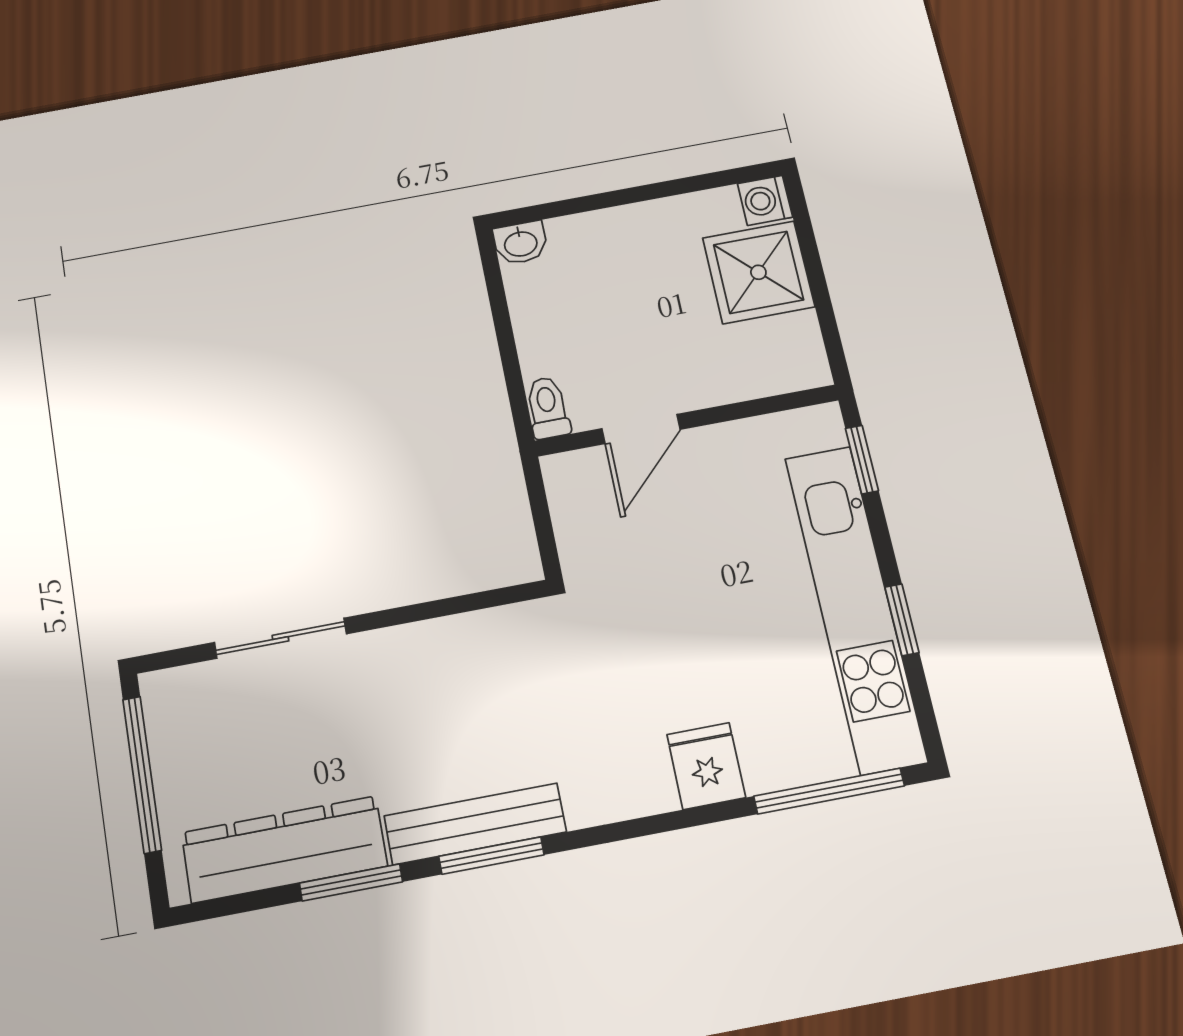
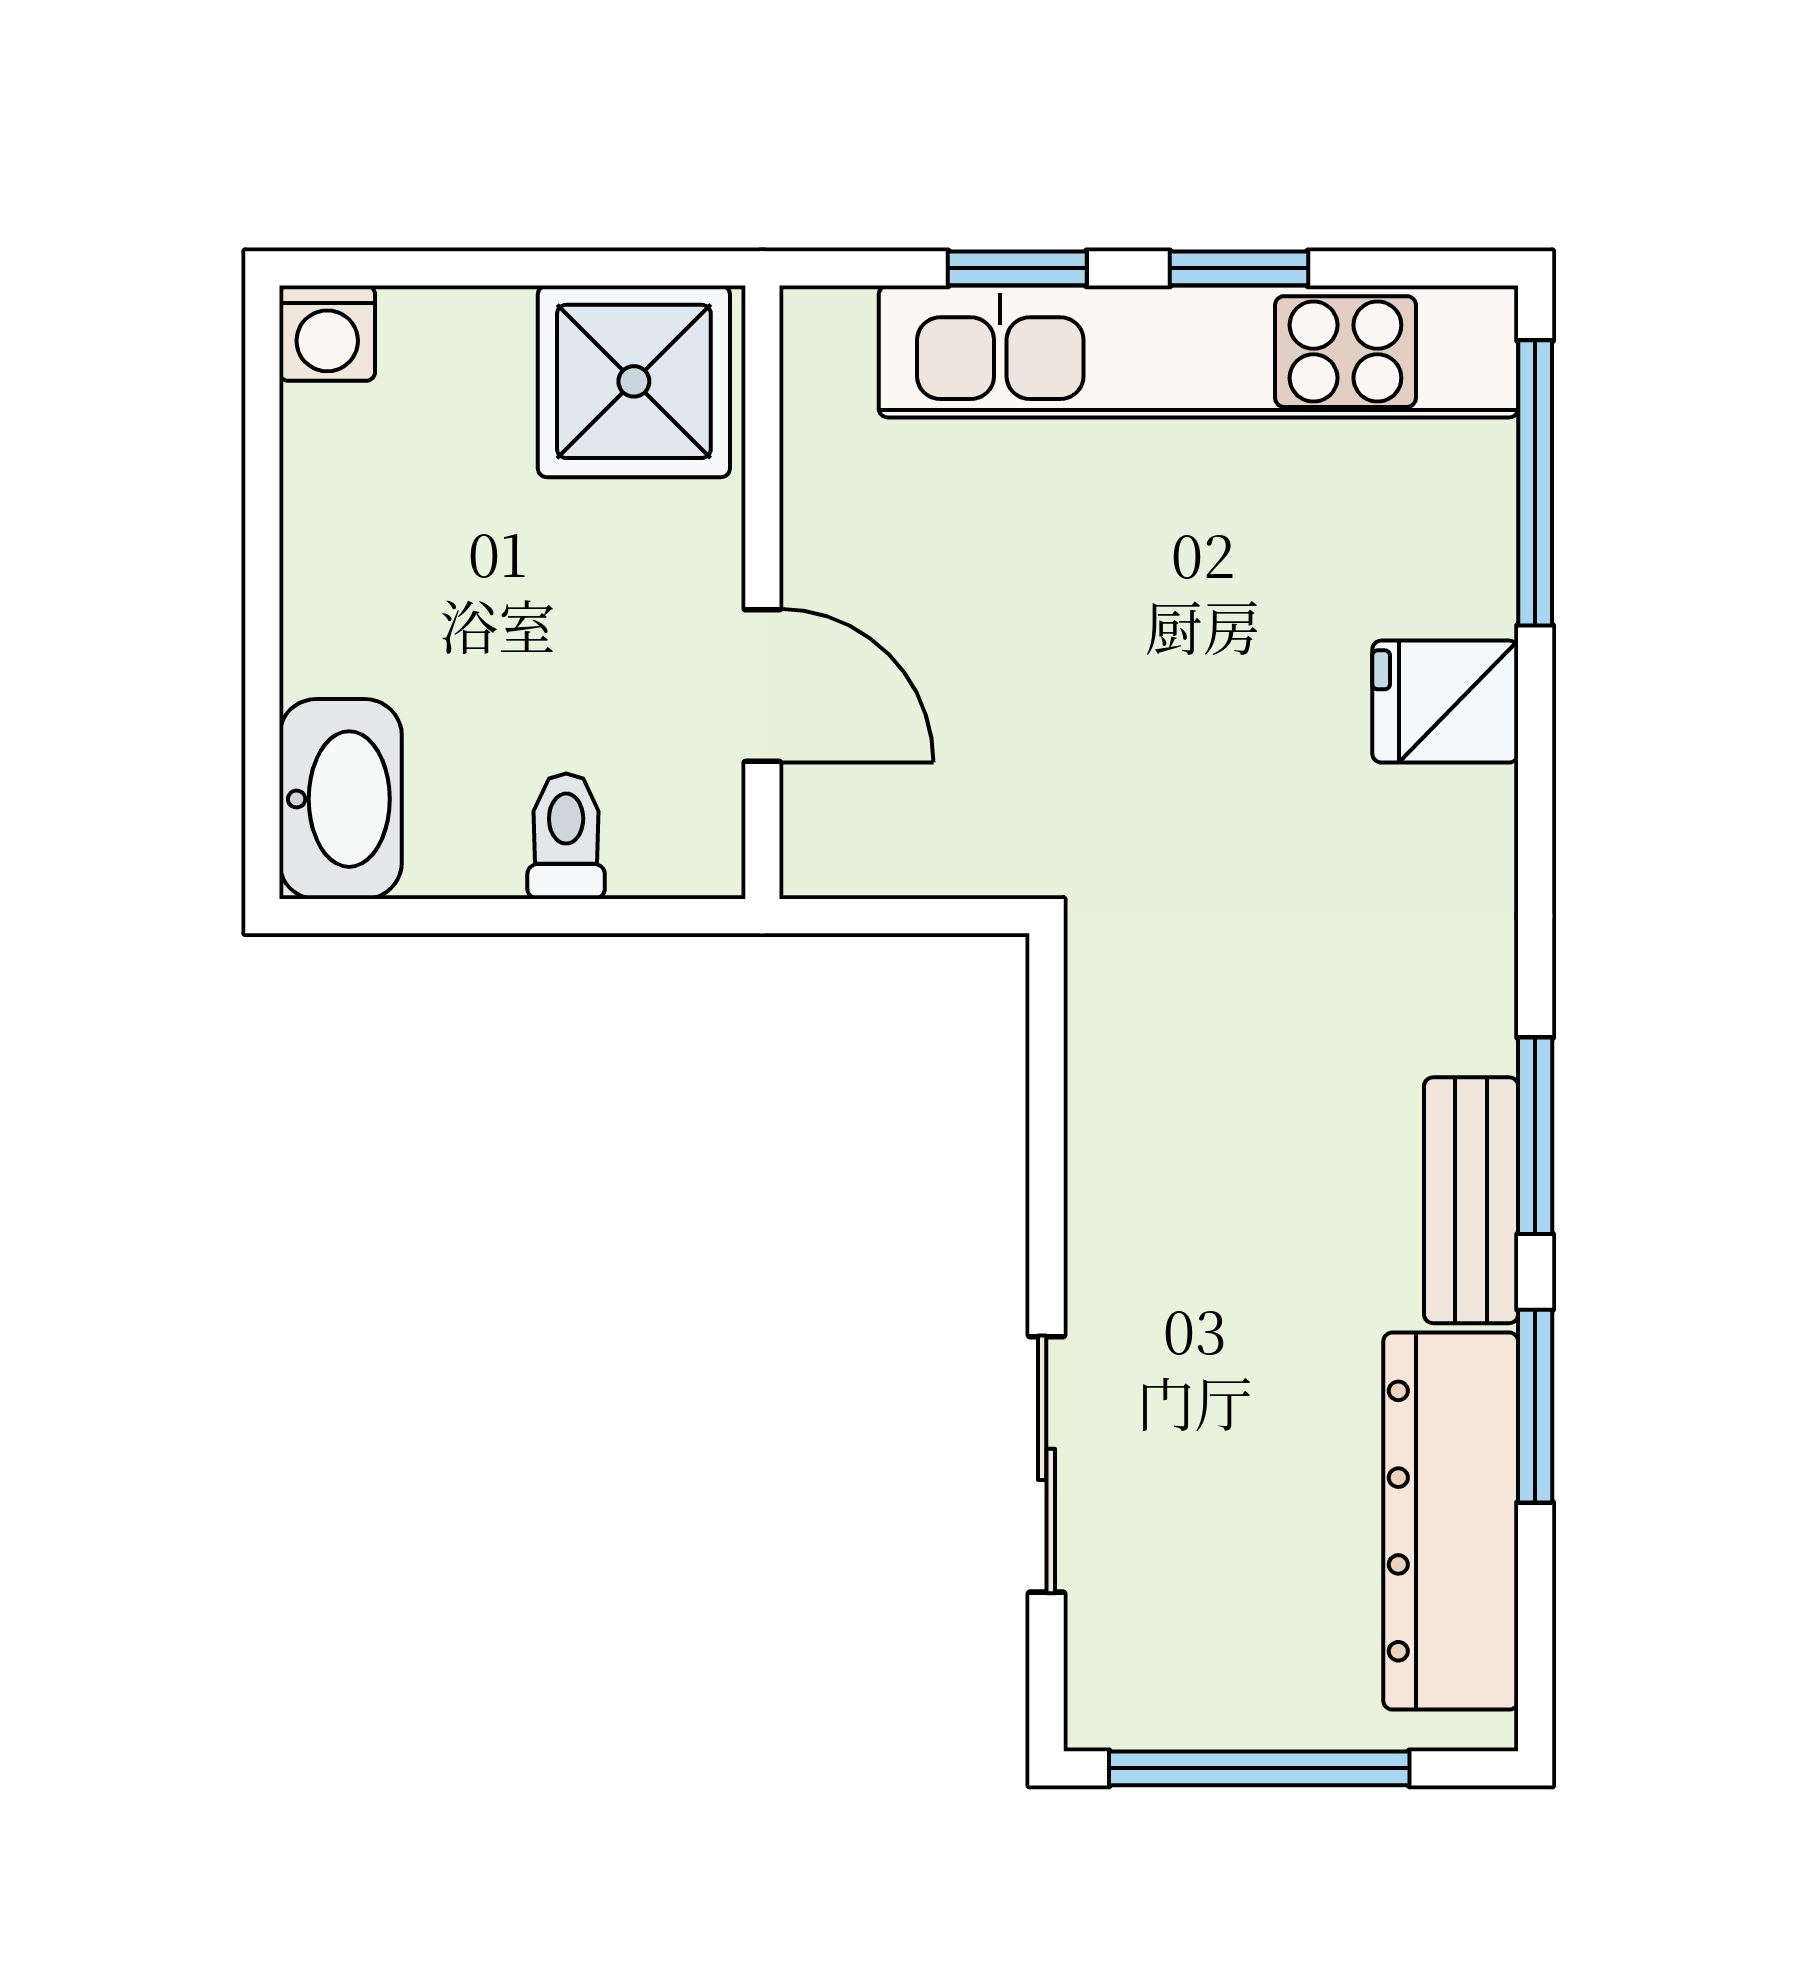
washbasin: (521, 243) -> (341, 799), width x1.91, depth x1.45
shower: (758, 272) -> (634, 381), moved
toilet: (548, 408) -> (566, 836), moved, turned 90
window: (862, 460) -> (1017, 268), moved
bench: (475, 824) -> (1471, 1200), width x0.73

